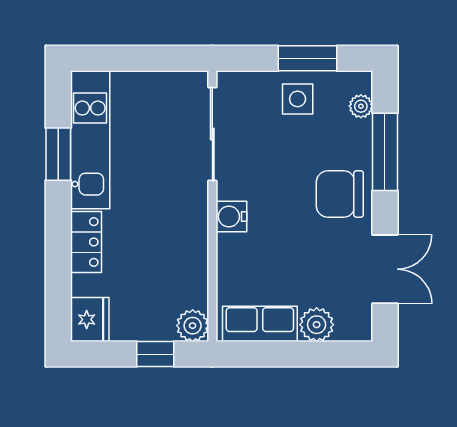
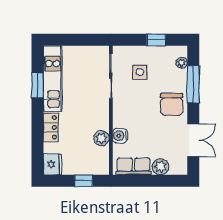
window: (307, 58) -> (156, 40), width x0.67
side table: (298, 99) -> (140, 72), moved
chair: (340, 194) -> (172, 105), turned -90
water cooler: (231, 217) -> (120, 136), moved
plant: (193, 326) -> (101, 138), moved

